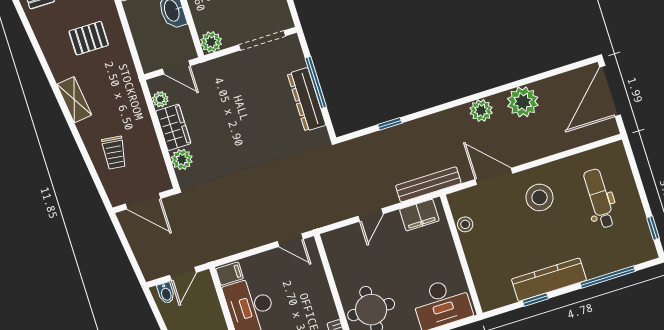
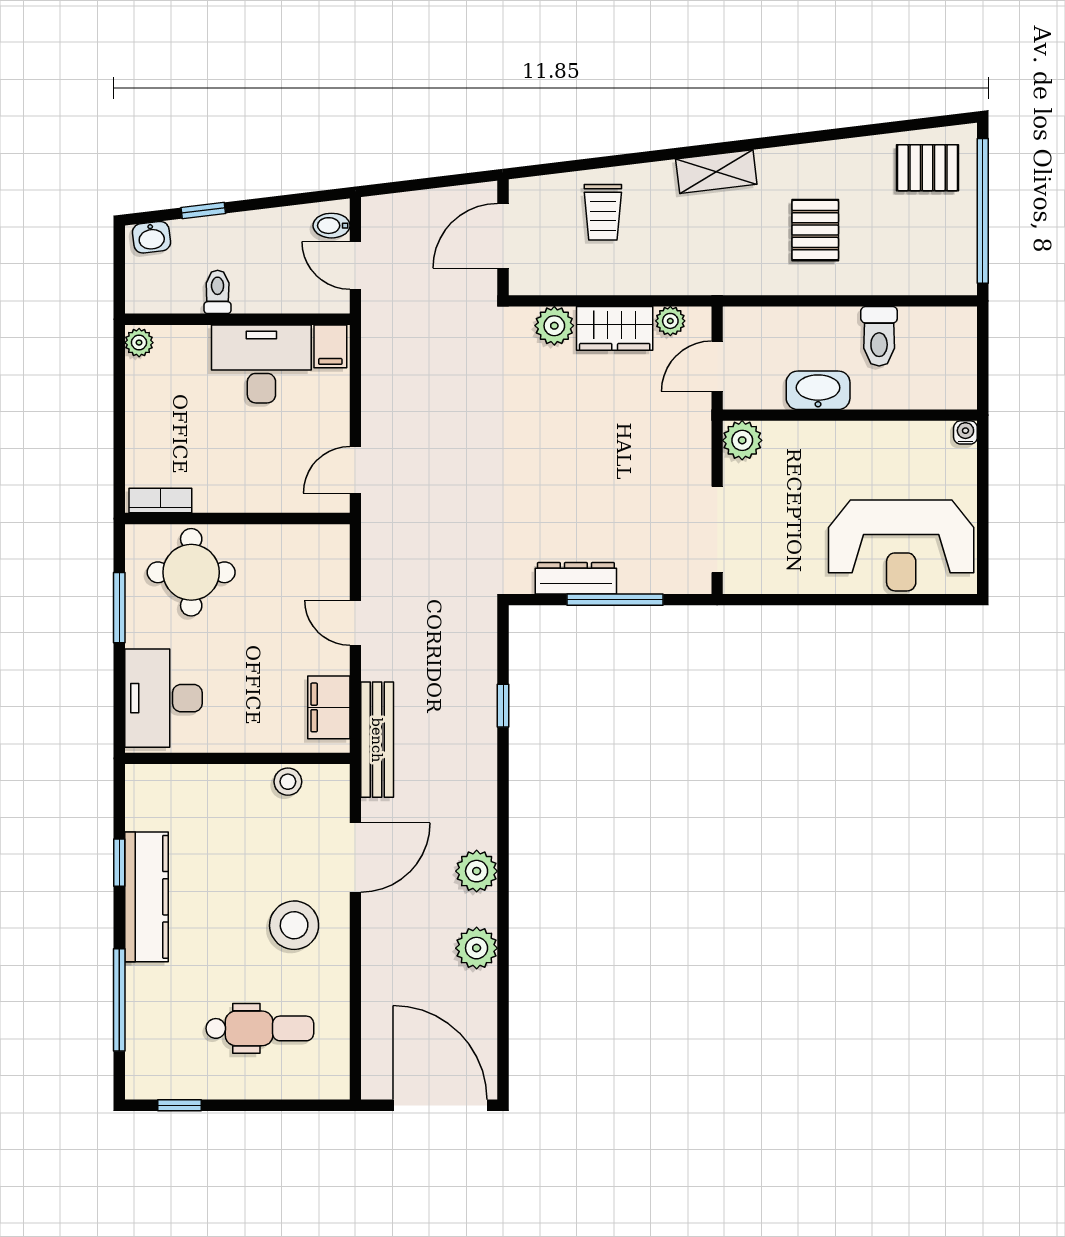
dresser: (306, 99) -> (576, 578), width x0.73, depth x0.80
plant: (523, 102) -> (477, 948), width x0.73, depth x0.73
trolley: (114, 153) -> (603, 212), turned -97

